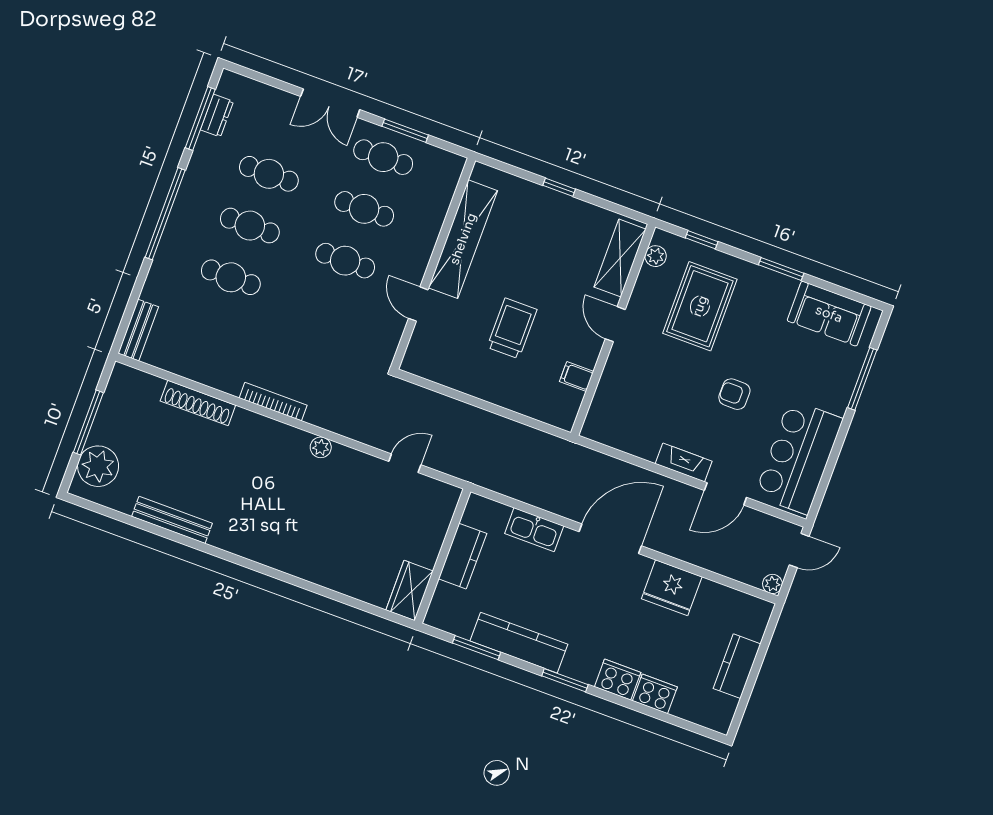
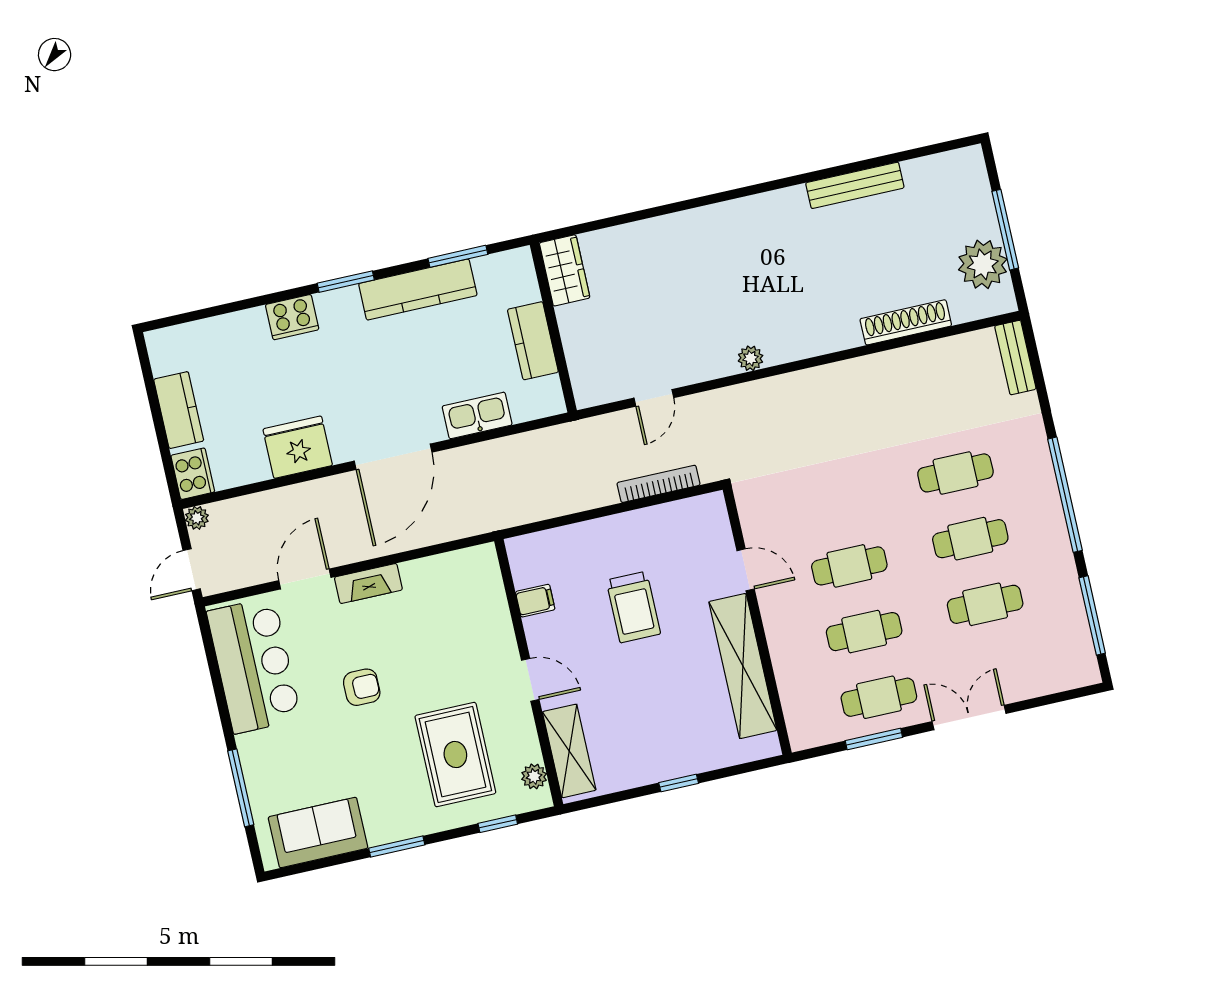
dresser: (217, 116) -> (1077, 630), removed
bookcase: (273, 402) -> (659, 484), moved, turned 180
plant: (98, 466) -> (983, 264), moved
cooker: (655, 694) -> (193, 474), moved, turned -90

